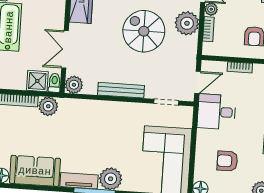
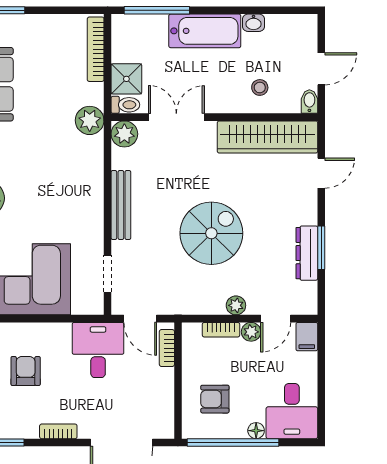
plant: (187, 23) -> (236, 305), width x0.53, depth x0.53
bookcase: (240, 67) -> (167, 348), moved
plant: (48, 106) -> (90, 120), moved

